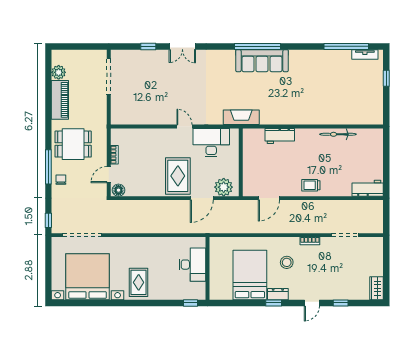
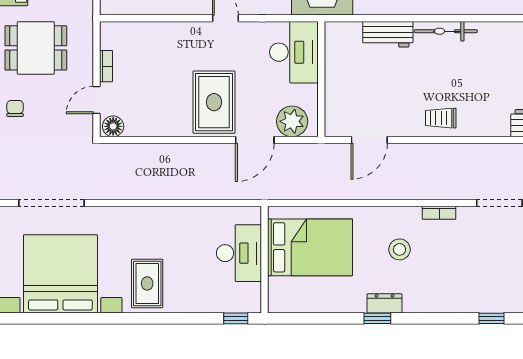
bicycle: (338, 134) -> (446, 31), moved
desk: (211, 143) -> (294, 52), moved, turned 90
bed: (250, 275) -> (310, 247), moved, turned 90
door: (312, 303) -> (442, 318), removed

